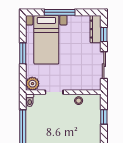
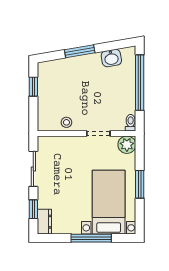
dresser: (95, 29) -> (44, 222), width x0.70
window: (104, 117) -> (33, 87), moved

